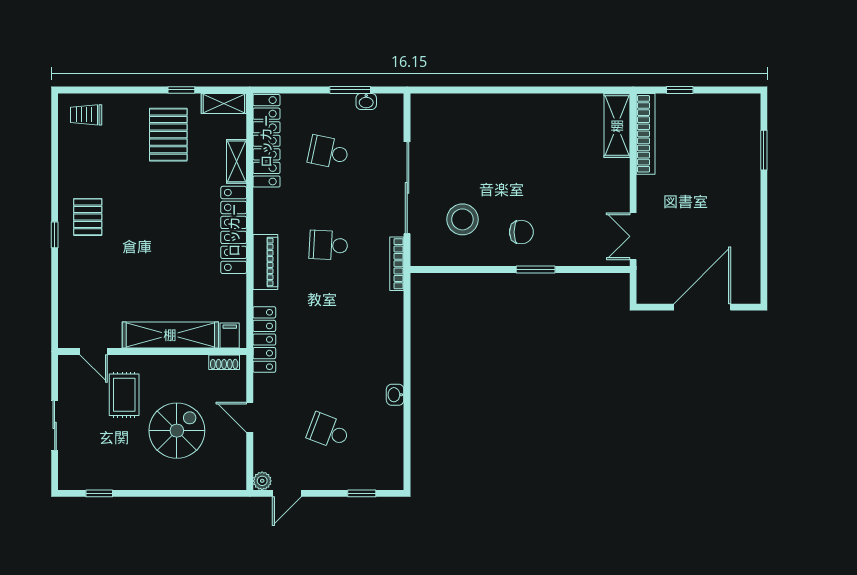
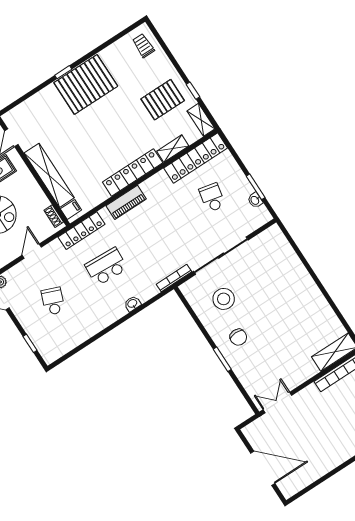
pallet: (88, 217) -> (86, 84), width x2.05, depth x2.00
school desk: (328, 245) -> (106, 267), moved, width x1.85
washbasin: (395, 395) -> (132, 304), moved

